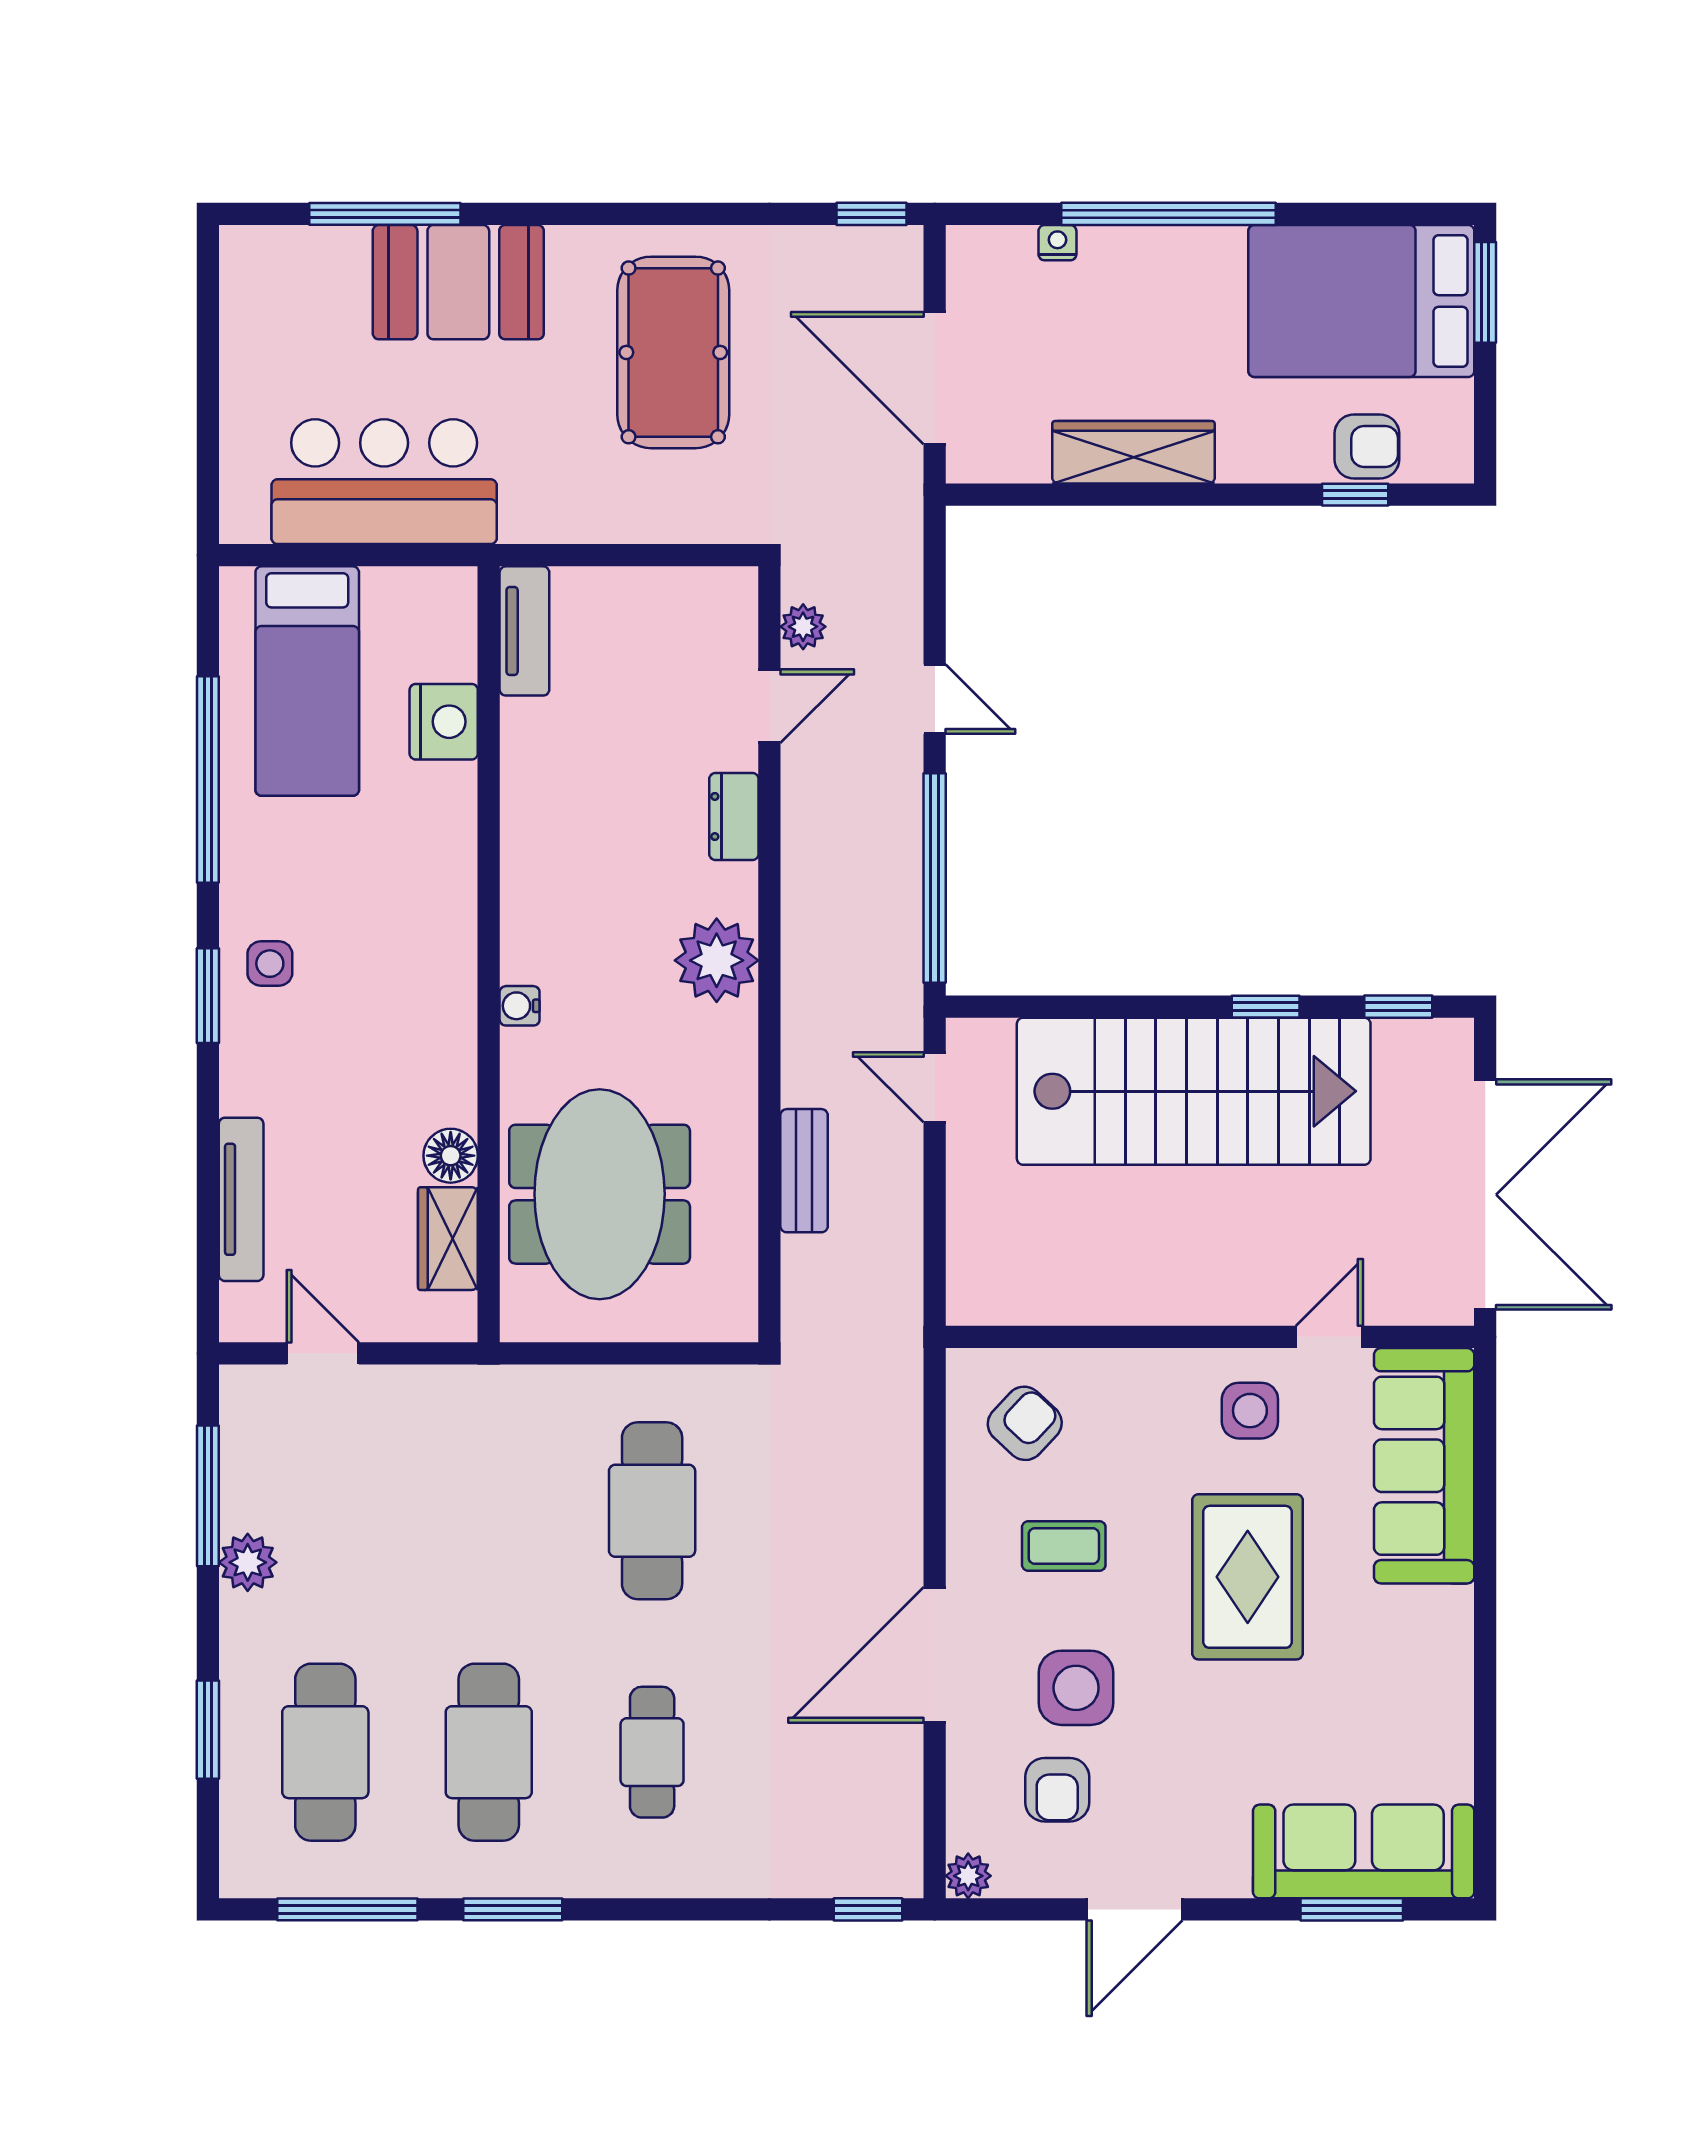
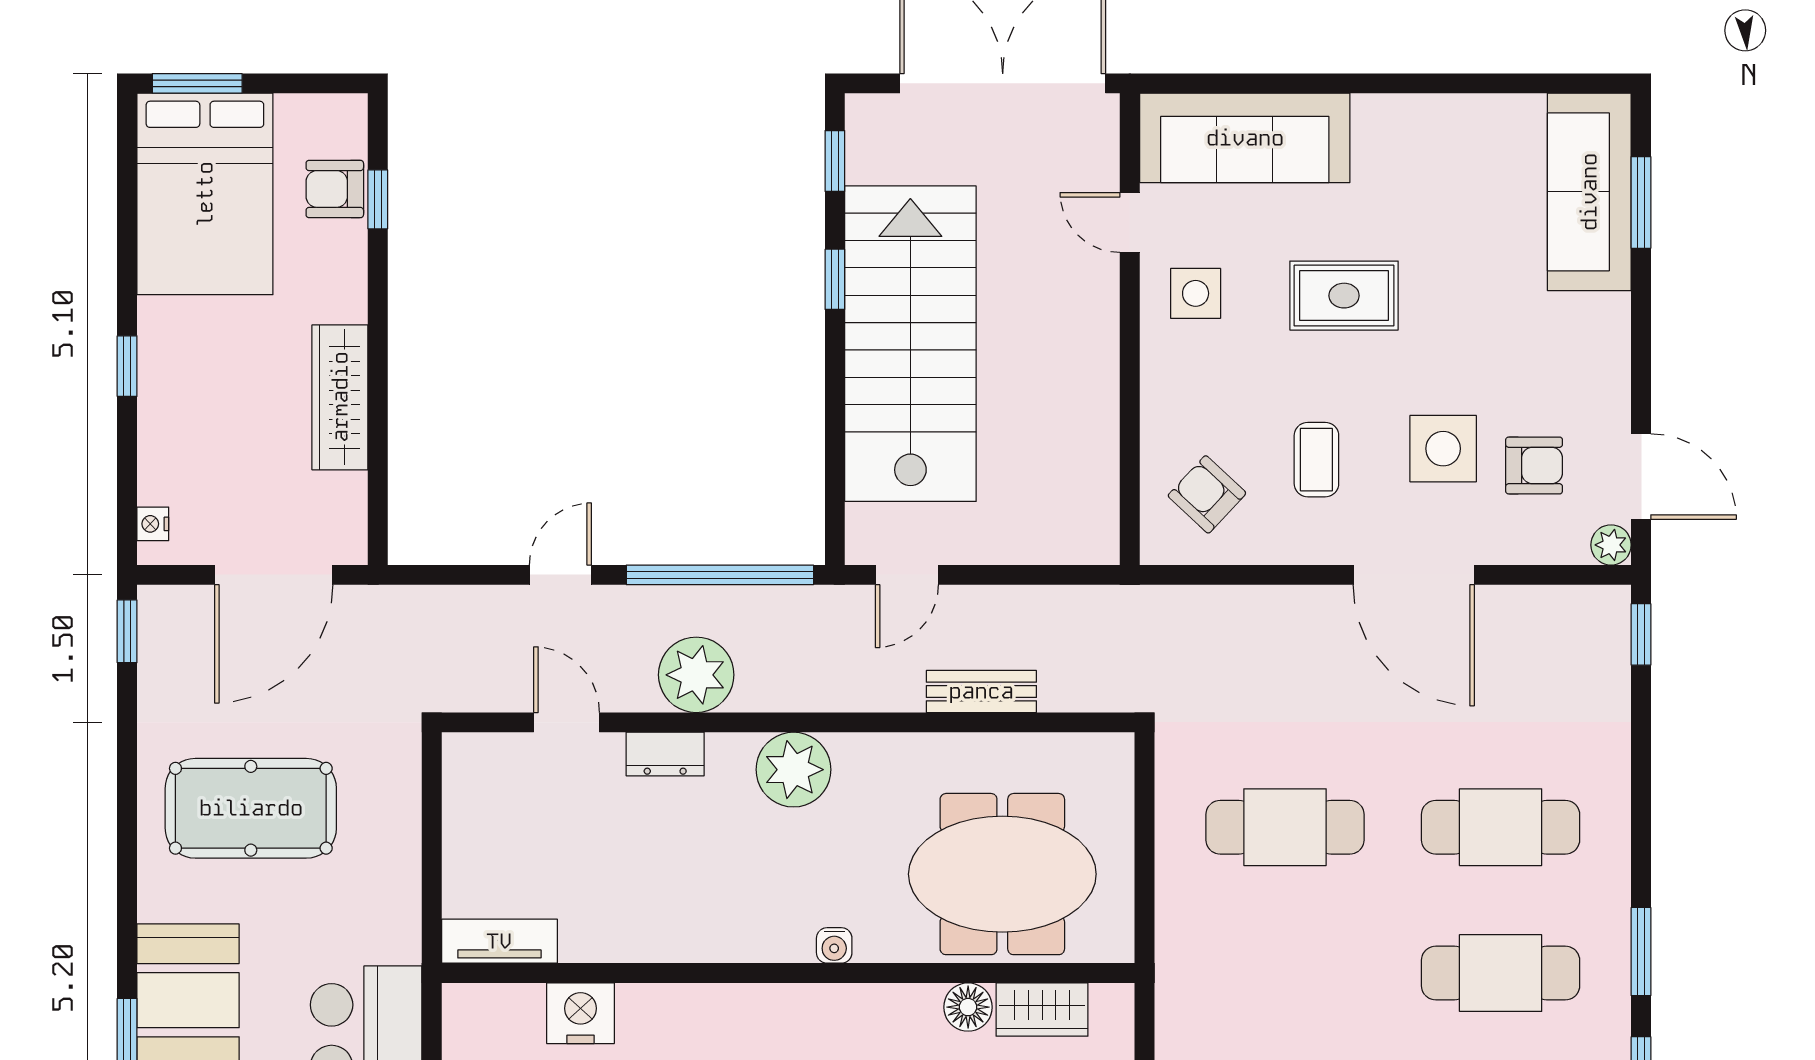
window: (1168, 214) -> (127, 366), width x0.32
nightstand: (1057, 243) -> (153, 524), moved
armchair: (1367, 446) -> (335, 189), turned -90
plant: (803, 627) -> (696, 675), moved, width x1.87, depth x1.87
rug: (1248, 1577) -> (1344, 296), width x0.73, depth x0.70
cafe table: (652, 1752) -> (1501, 827), width x1.37, depth x1.35
door: (1134, 1909) -> (1641, 477), moved

